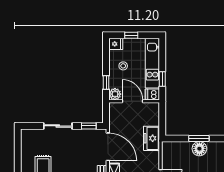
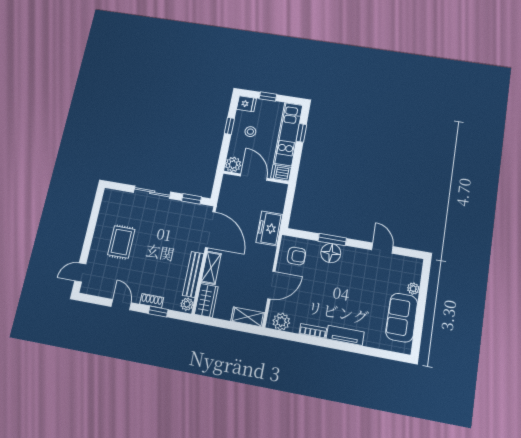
window: (162, 79) -> (301, 133), moved
window: (106, 83) -> (229, 126), moved
armchair: (175, 155) -> (296, 256), added

